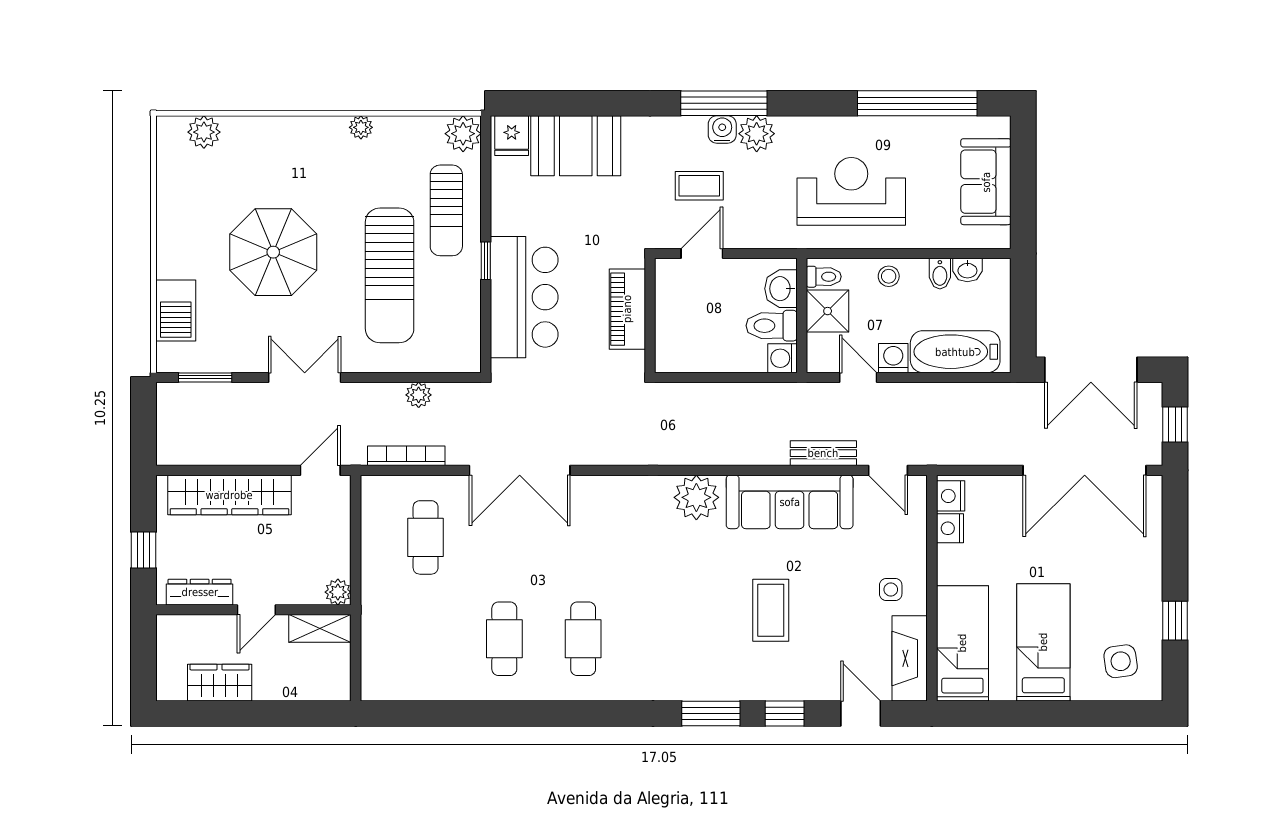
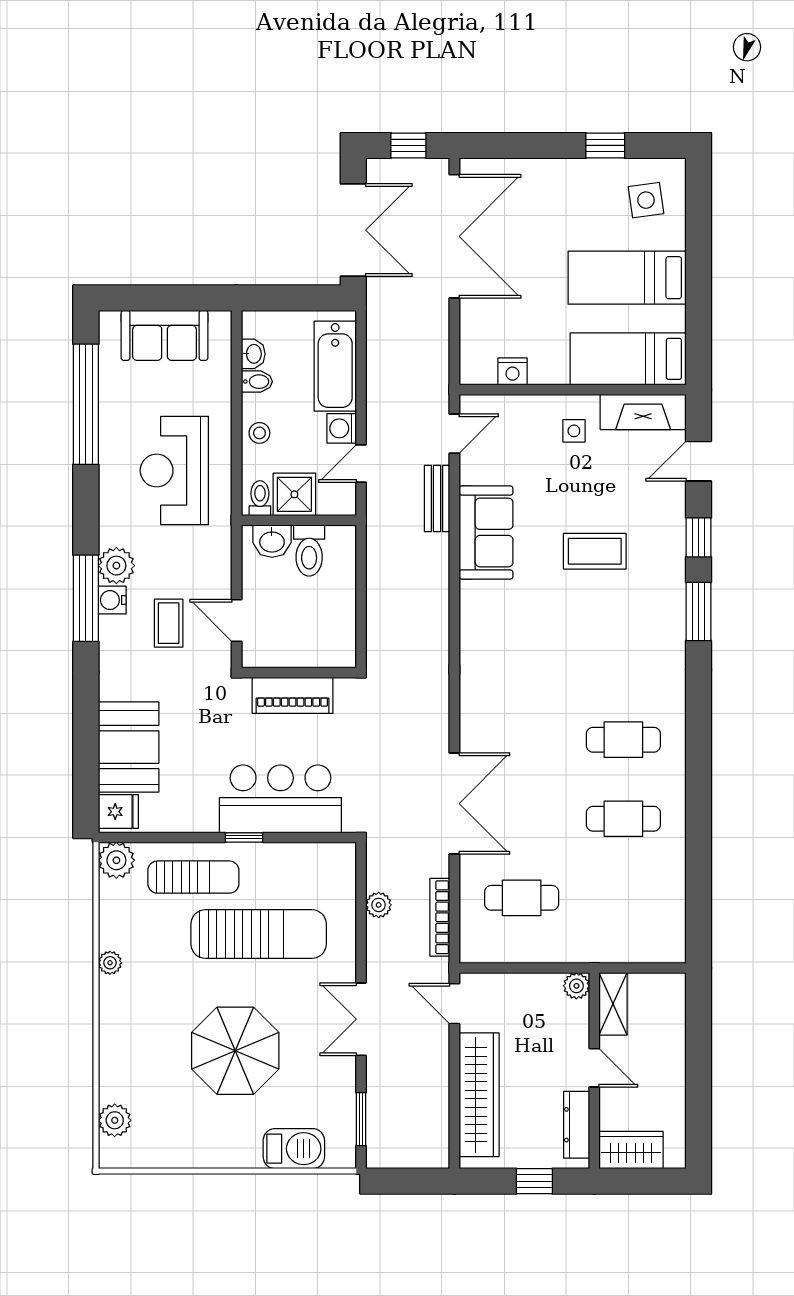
washing machine: (783, 358) -> (342, 539), removed
nightstand: (951, 496) -> (480, 371), removed
plant: (696, 497) -> (482, 626), removed
sofa: (790, 502) -> (486, 532), width x0.73
wardrobe: (220, 683) -> (631, 1150), moved, turned 90

